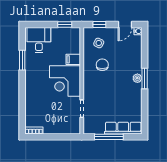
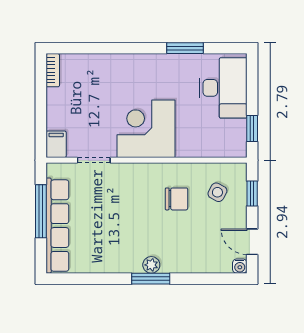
desk: (39, 40) -> (223, 88), width x1.37
filing cabinet: (73, 59) -> (56, 144), moved
row of seats: (123, 128) -> (57, 226), width x1.36

